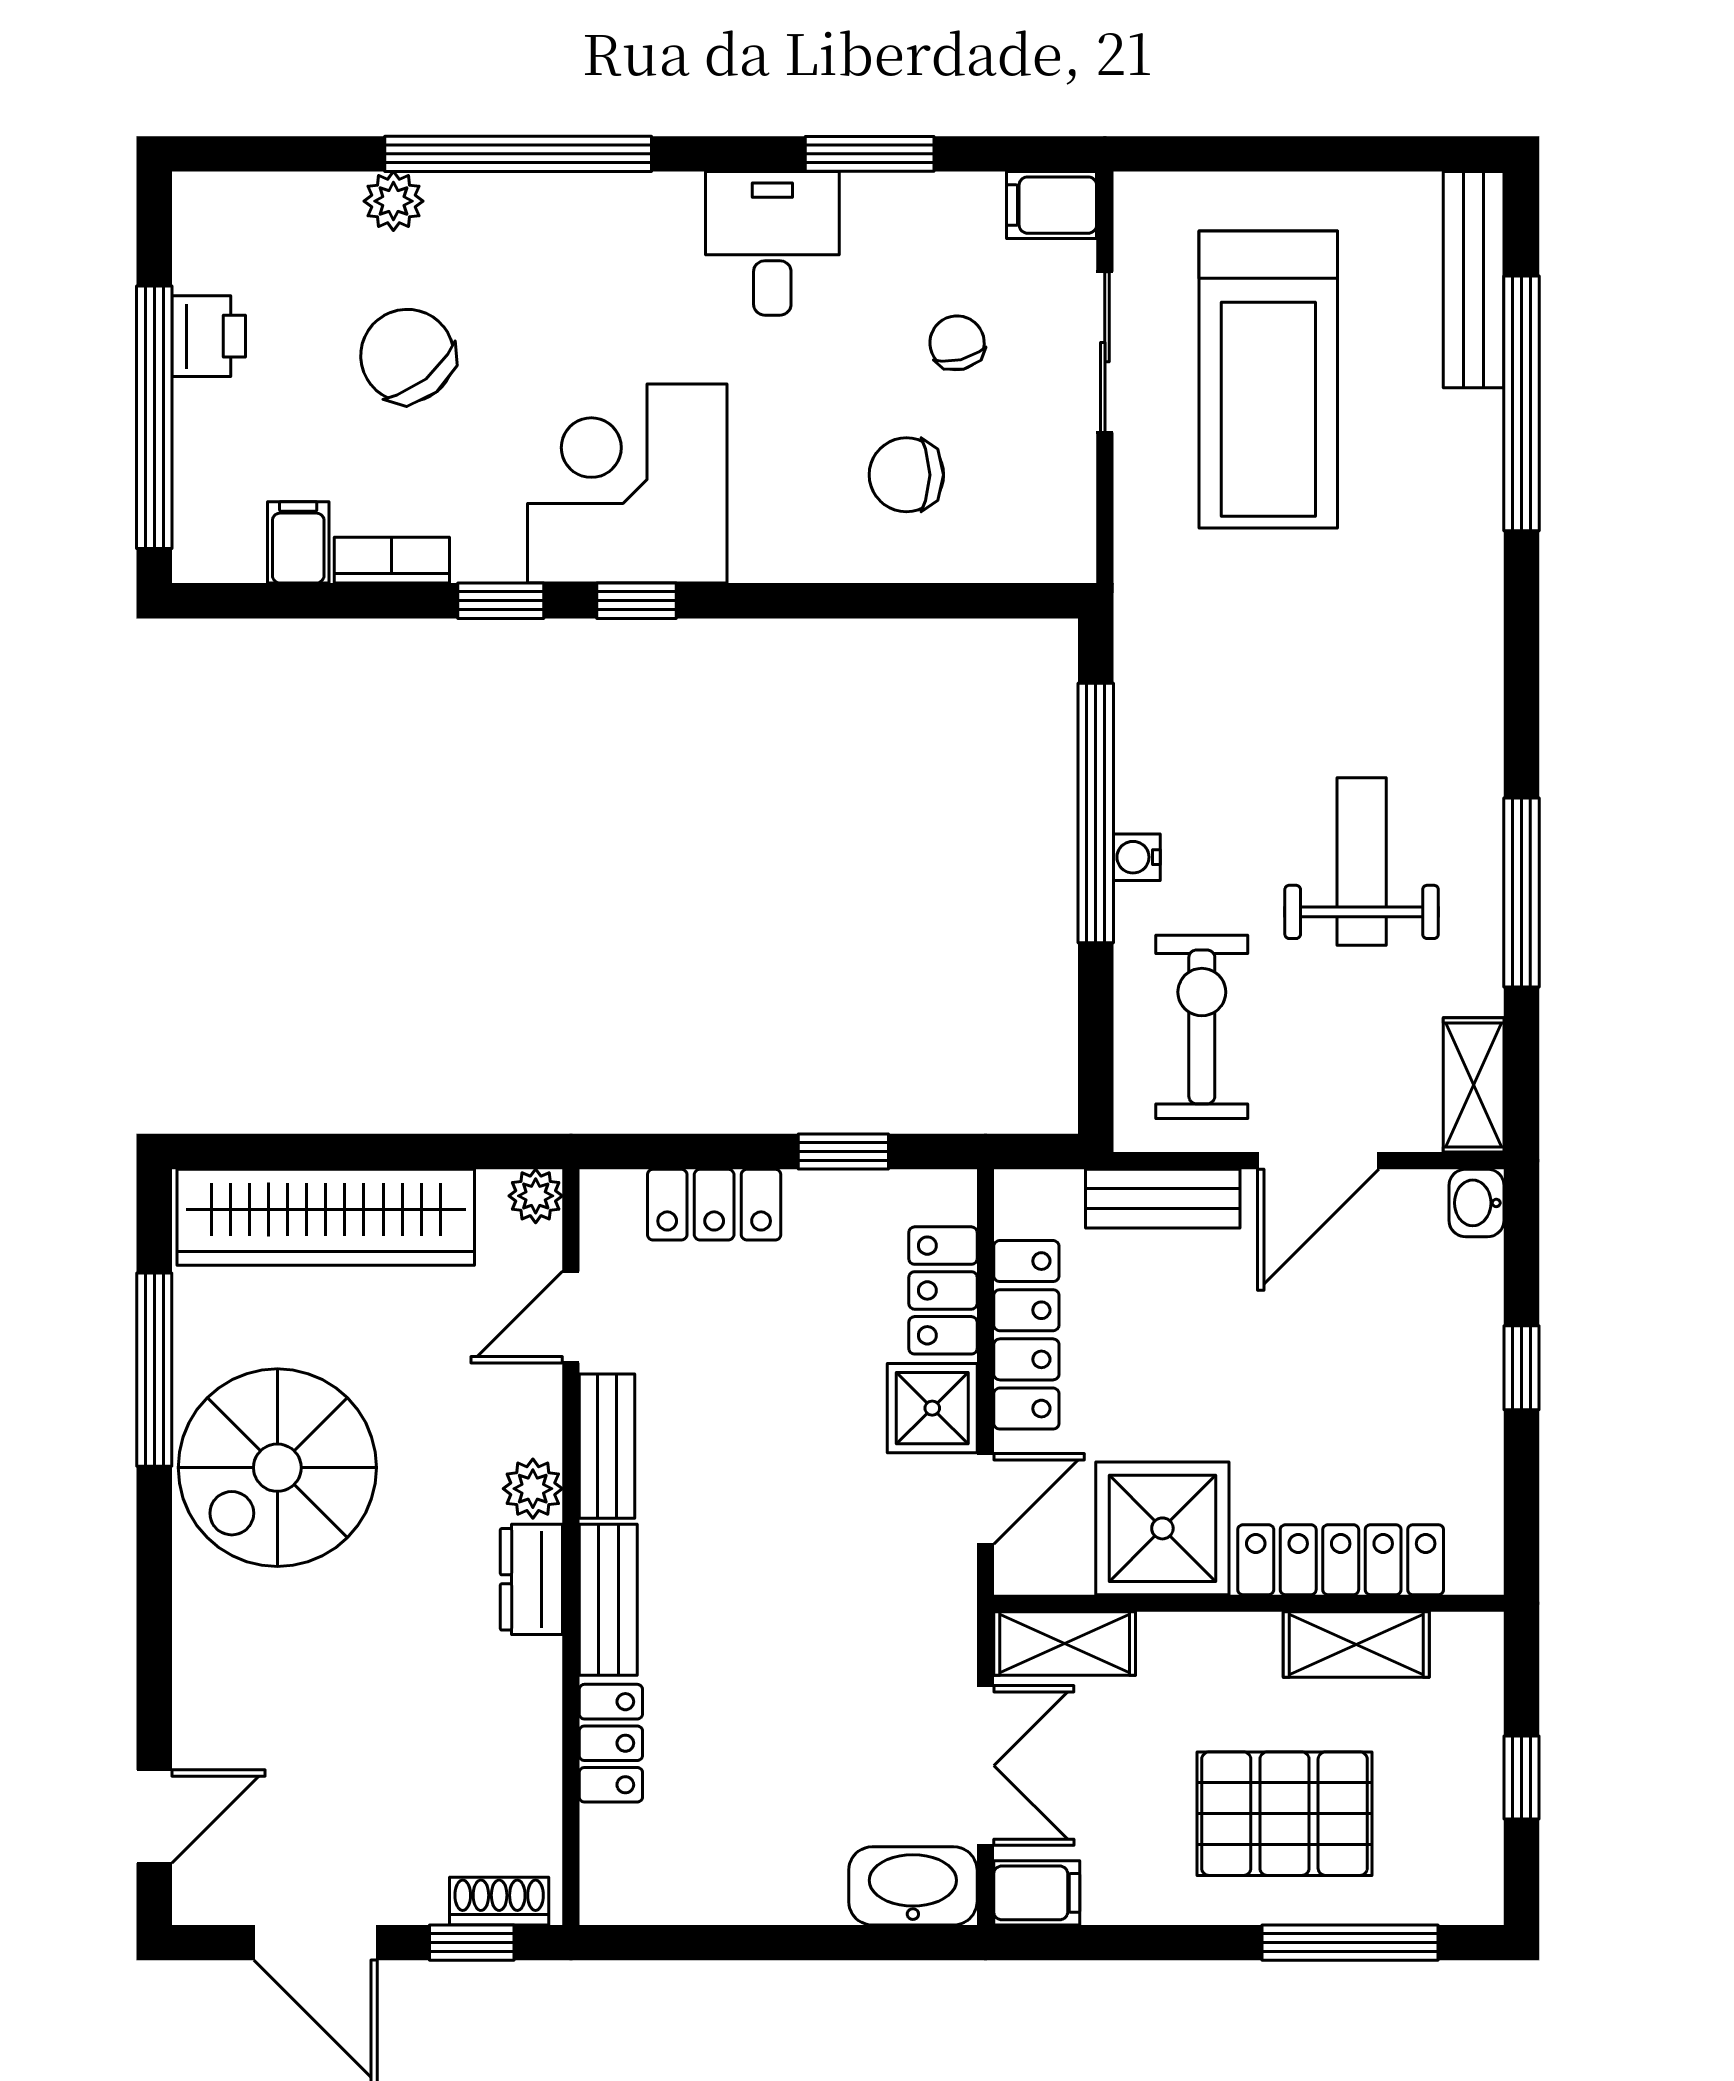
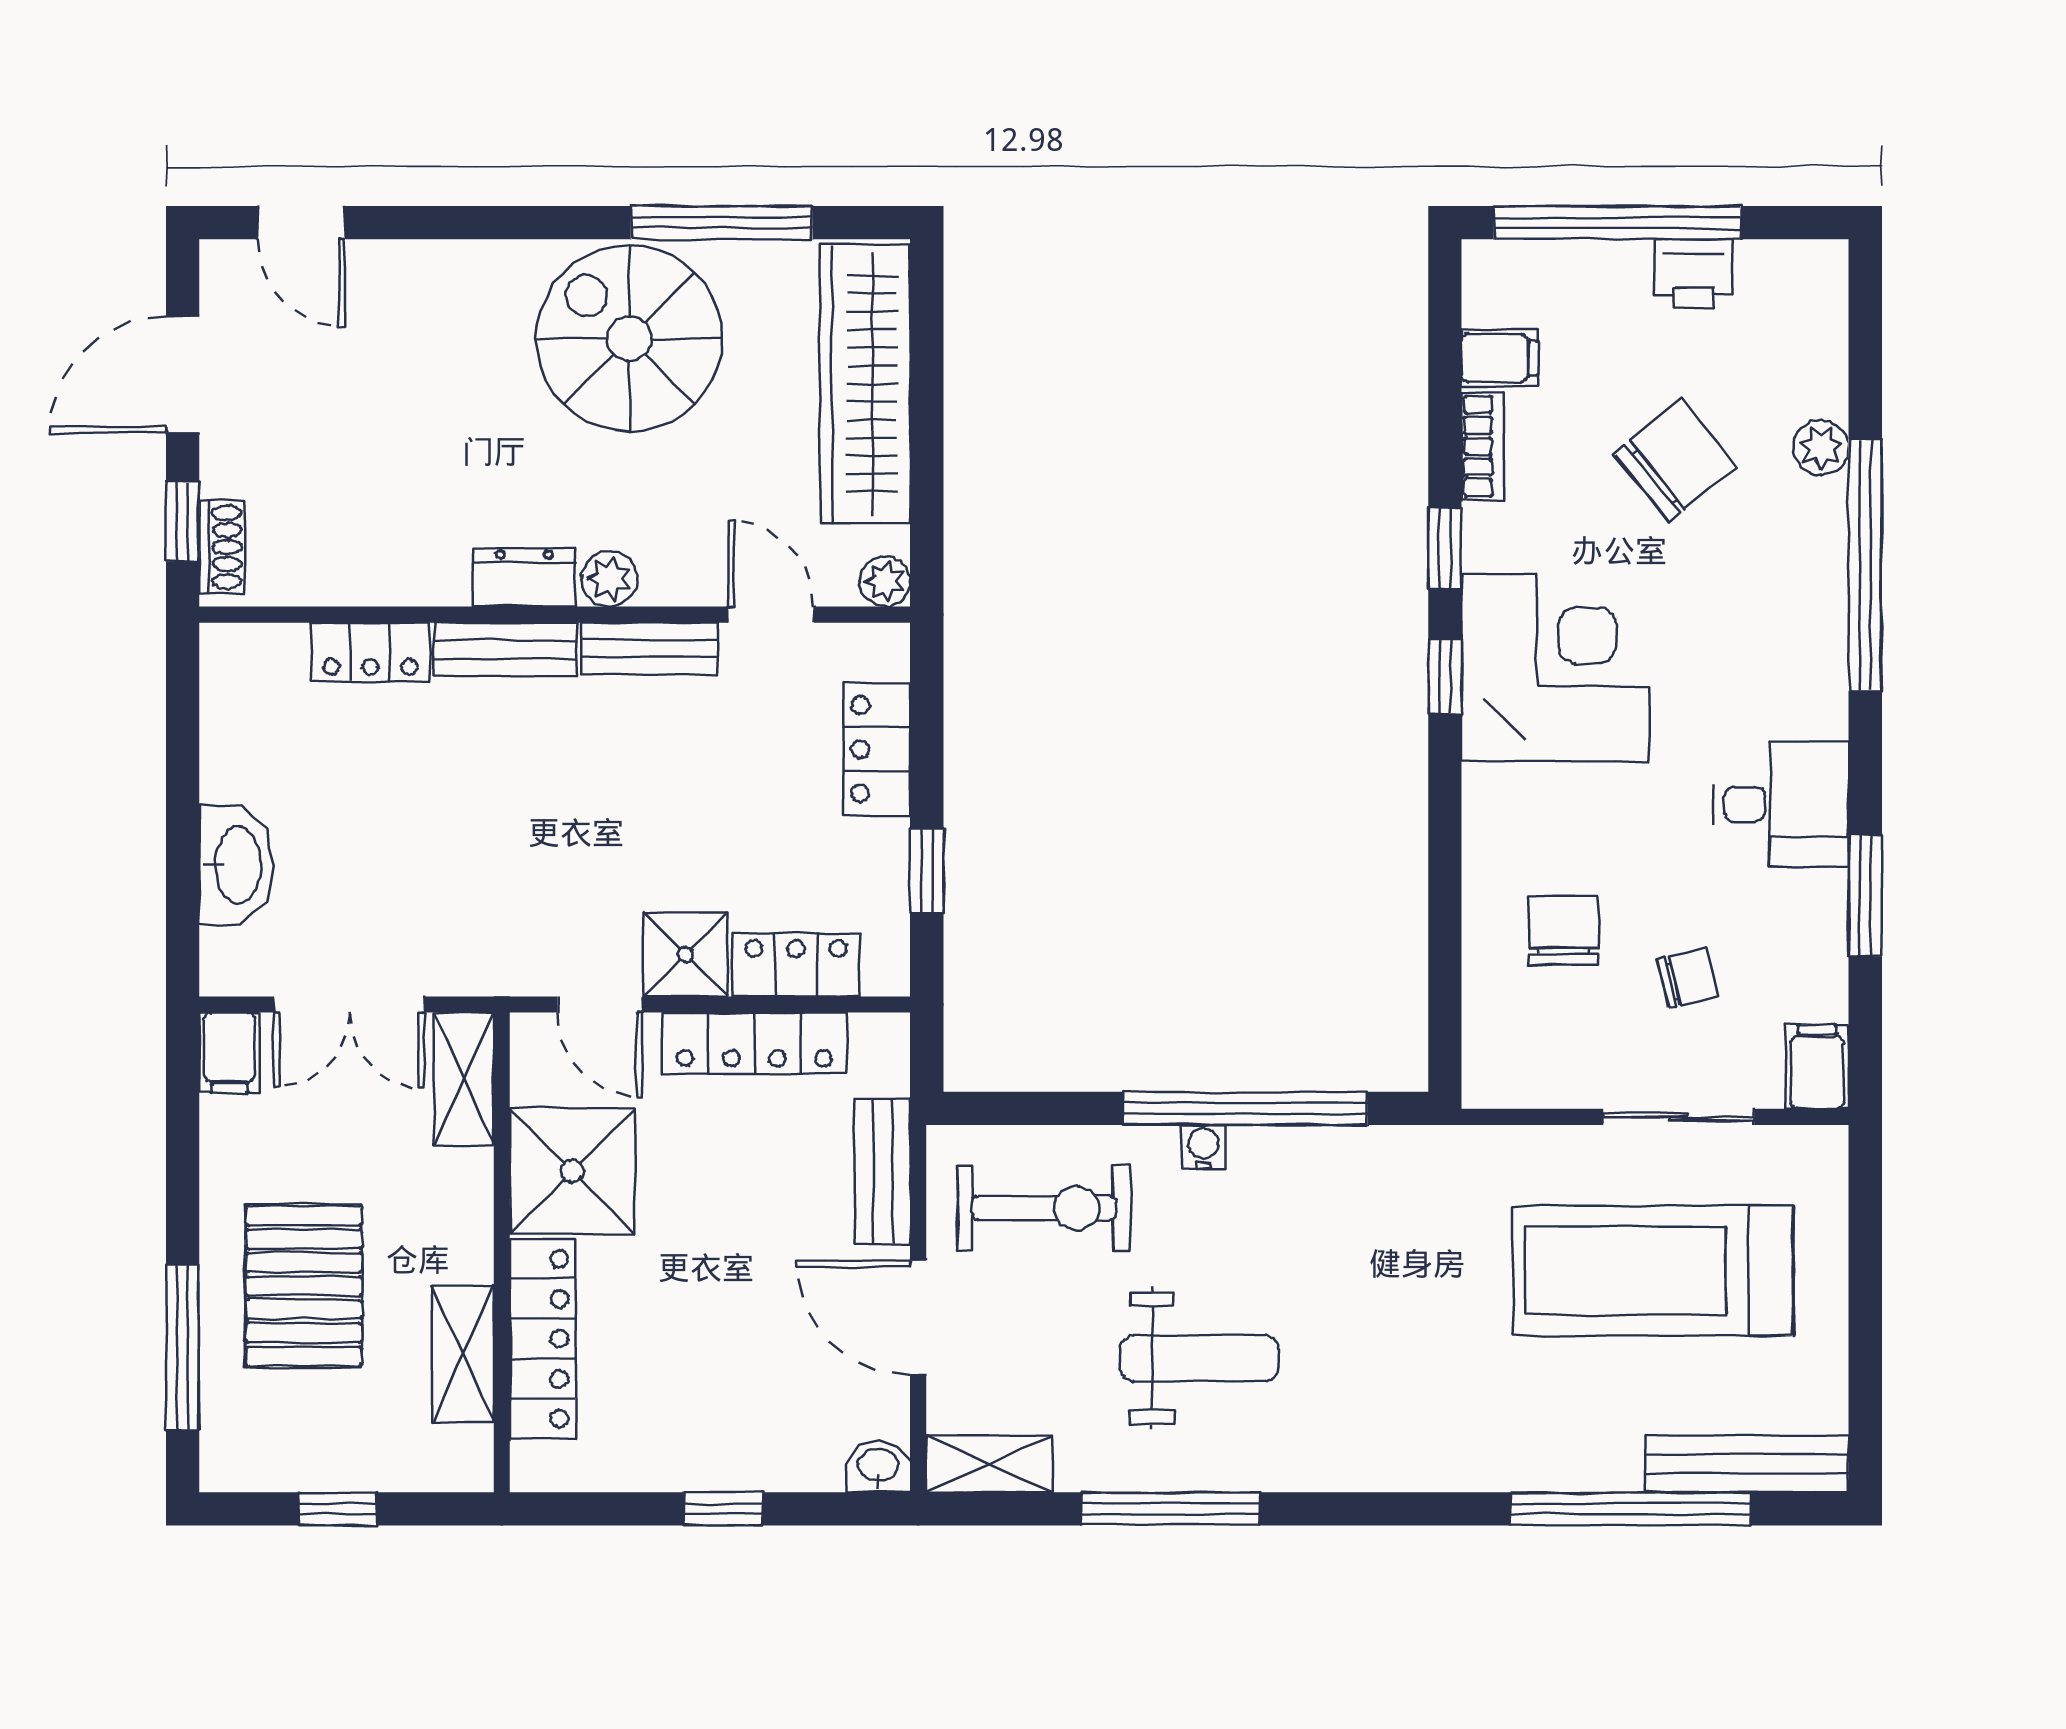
washbasin: (913, 1886) -> (236, 865), moved

